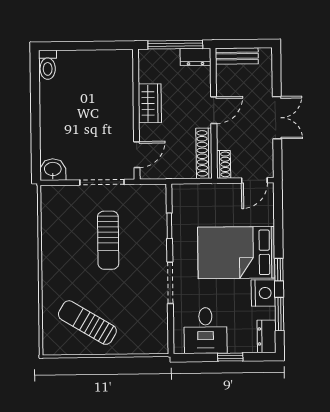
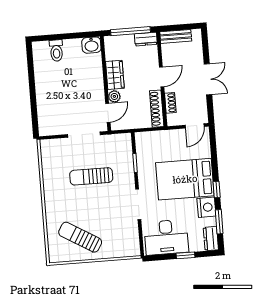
toilet: (48, 65) -> (56, 51), moved
plant: (147, 133) -> (114, 96), added
shoe rack: (224, 164) -> (170, 103), moved
washbasin: (53, 170) -> (91, 45), moved, turned 180
sun lounger: (108, 240) -> (91, 176), turned 90
desk: (206, 331) -> (166, 237), width x1.37

